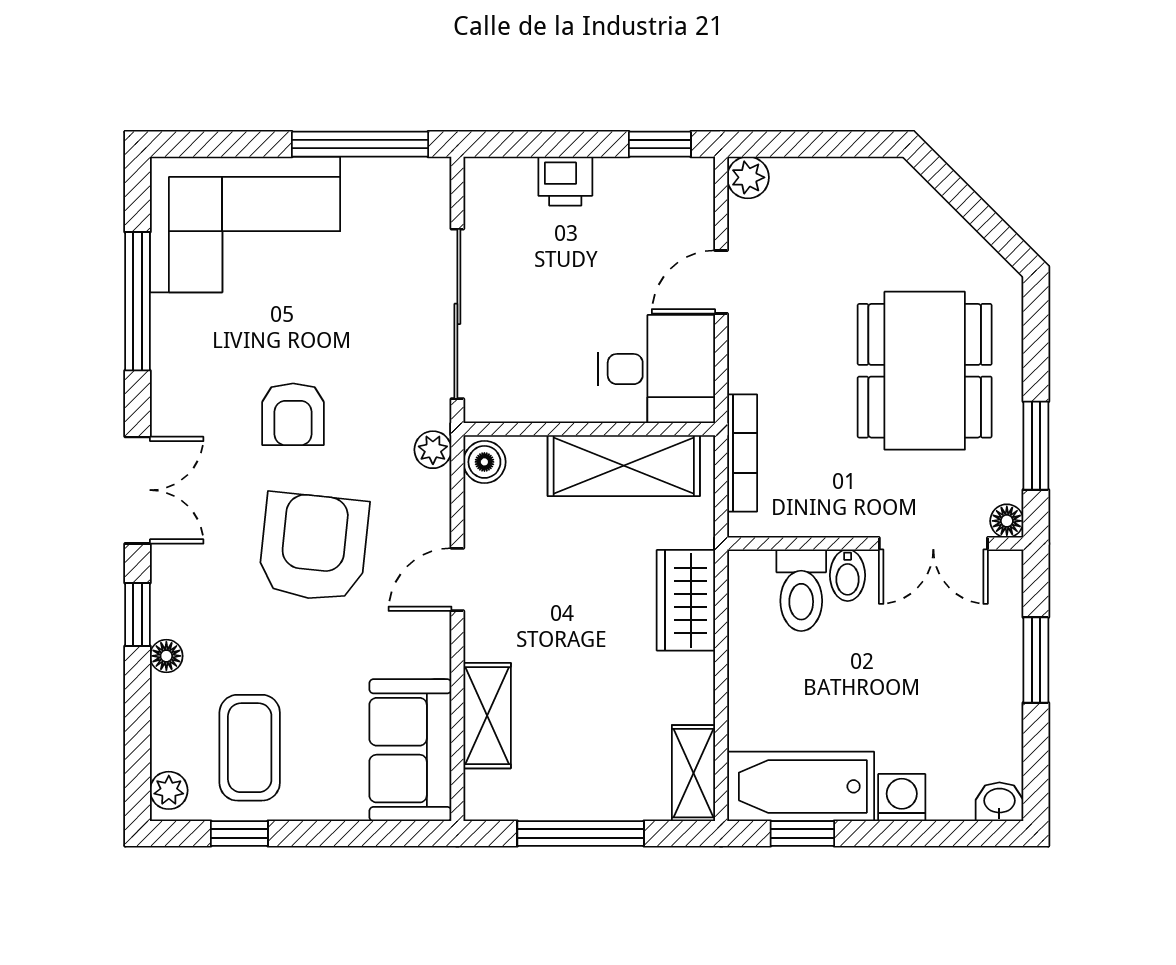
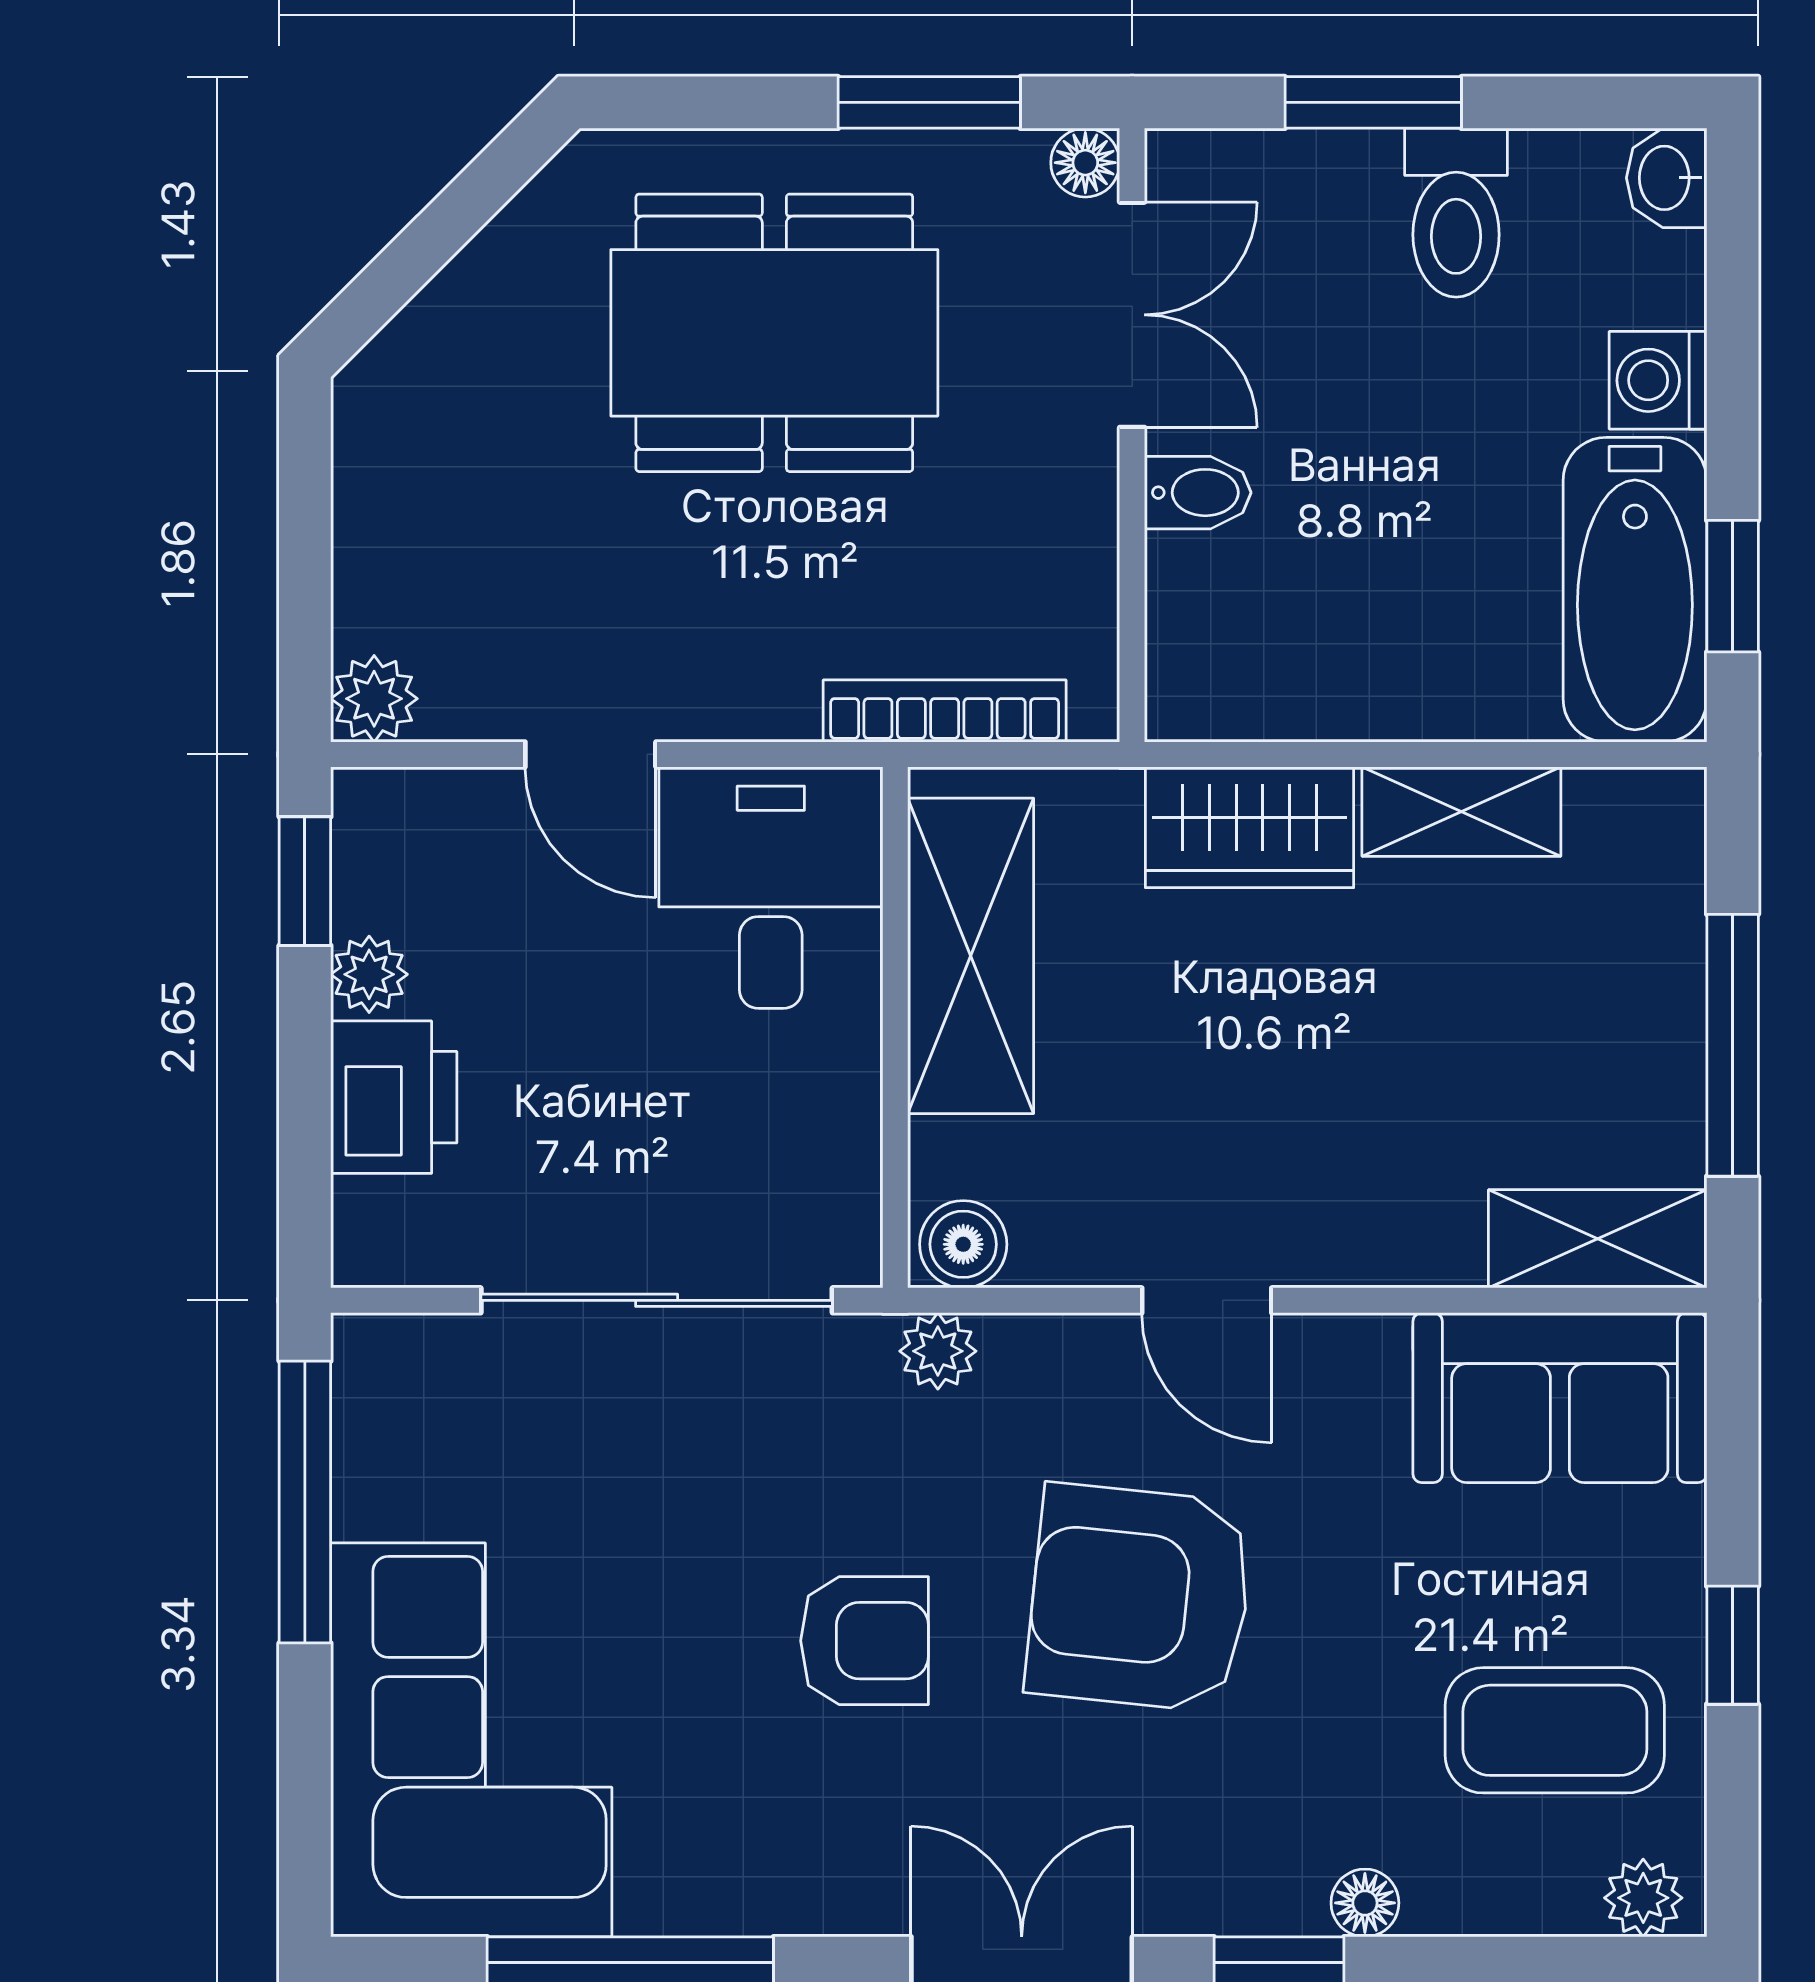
plant: (615, 175) -> (369, 974), added
printer: (565, 181) -> (394, 1097), width x1.36, depth x1.24
toilet: (801, 590) -> (1456, 213), moved, turned 90
shelving: (487, 716) -> (1598, 1239), moved
shelving: (693, 773) -> (1461, 812), moved
window: (239, 834) -> (1733, 1645), moved

